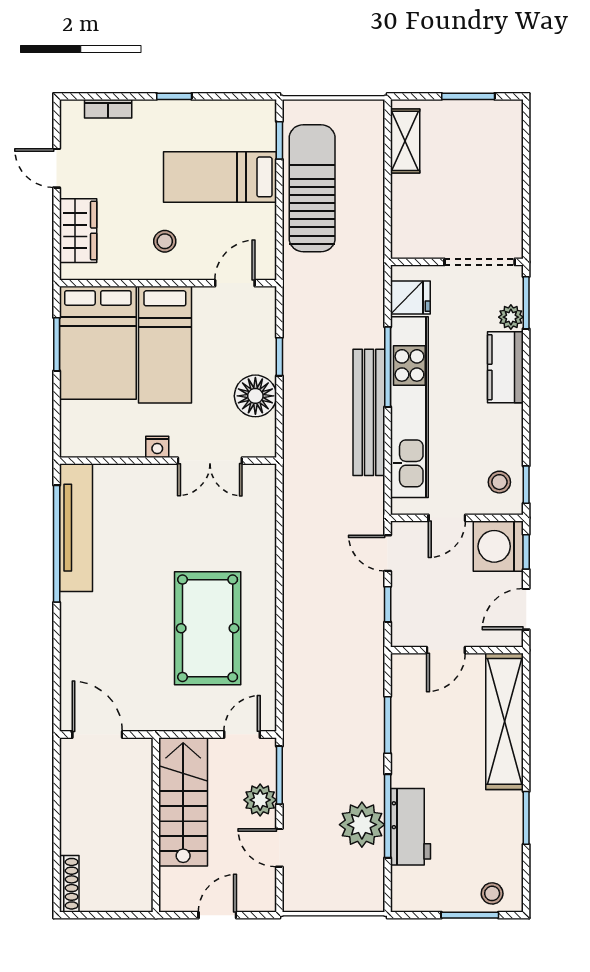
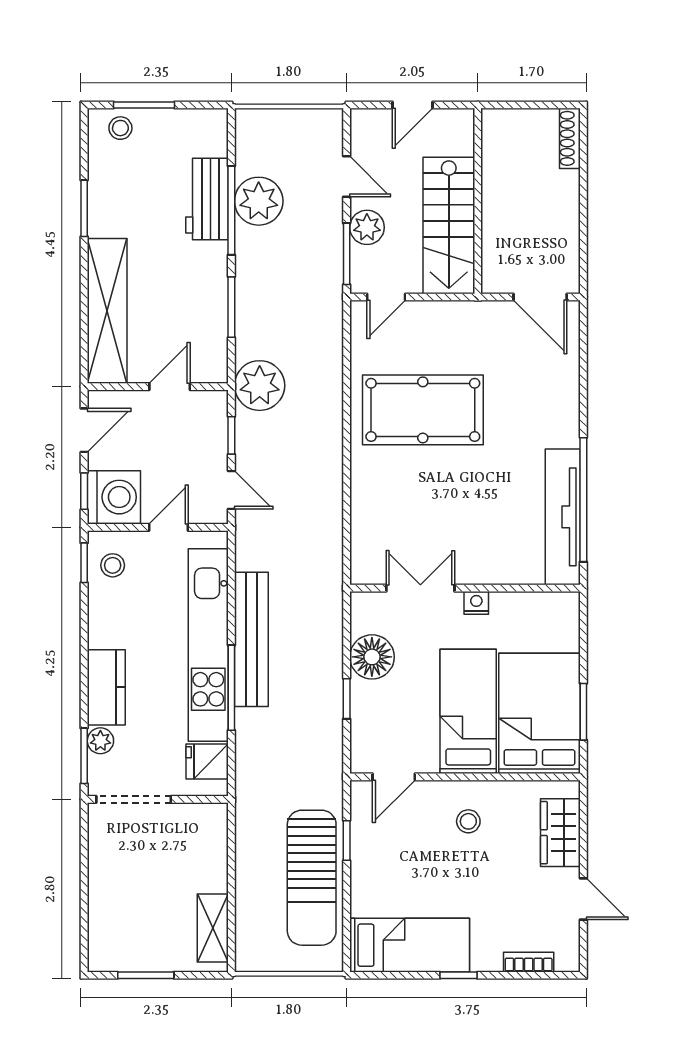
window: (279, 140) -> (347, 841), moved
bed: (220, 177) -> (410, 945), moved
pool table: (208, 628) -> (423, 410), turned 90
plant: (361, 651) -> (260, 386), added

